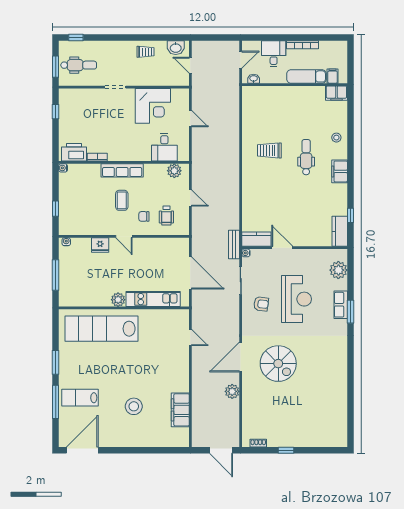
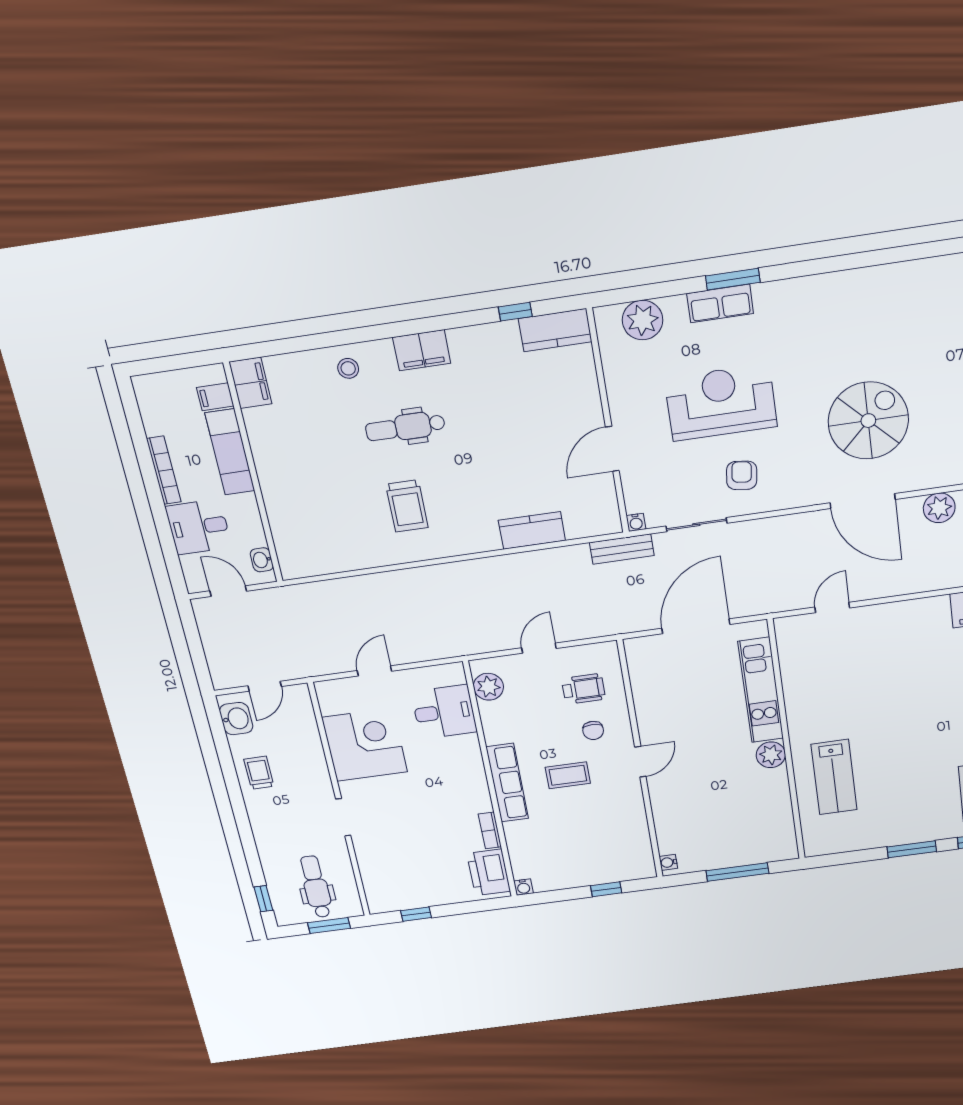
kitchen counter: (256, 239) -> (532, 530), moved, turned 90
fridge: (100, 245) -> (665, 802), removed
lab bench: (101, 329) -> (834, 777), width x0.54, depth x0.72

